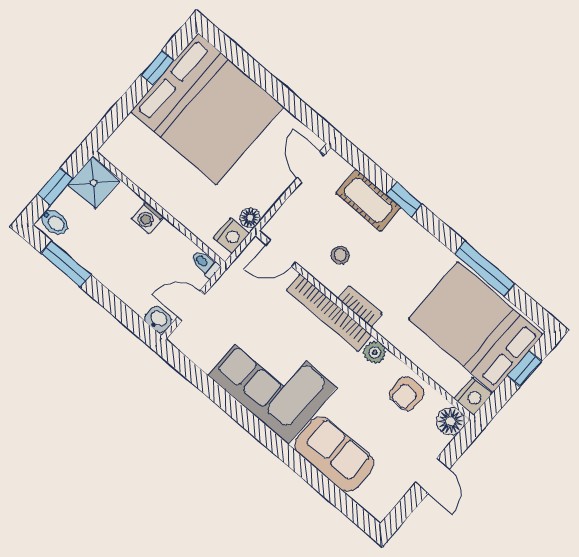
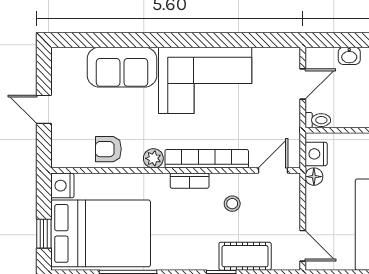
washbasin: (158, 319) -> (349, 56), moved
armchair: (407, 394) -> (108, 149), turned -90
floor lamp: (450, 421) -> (63, 156), removed

